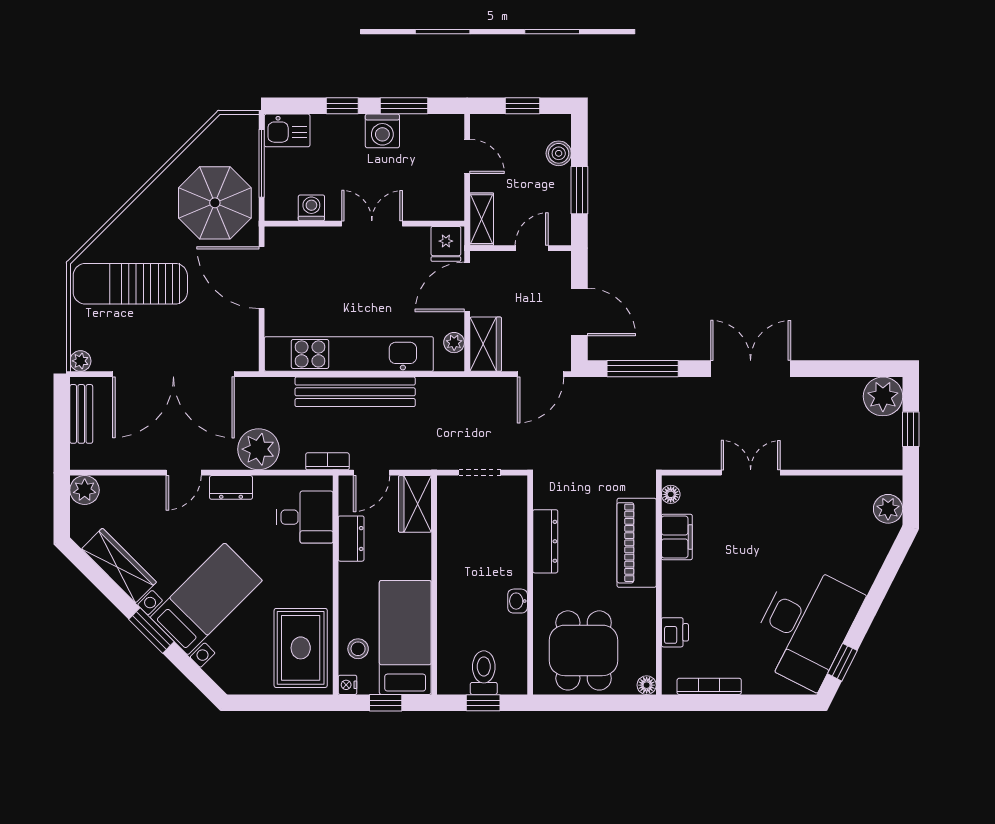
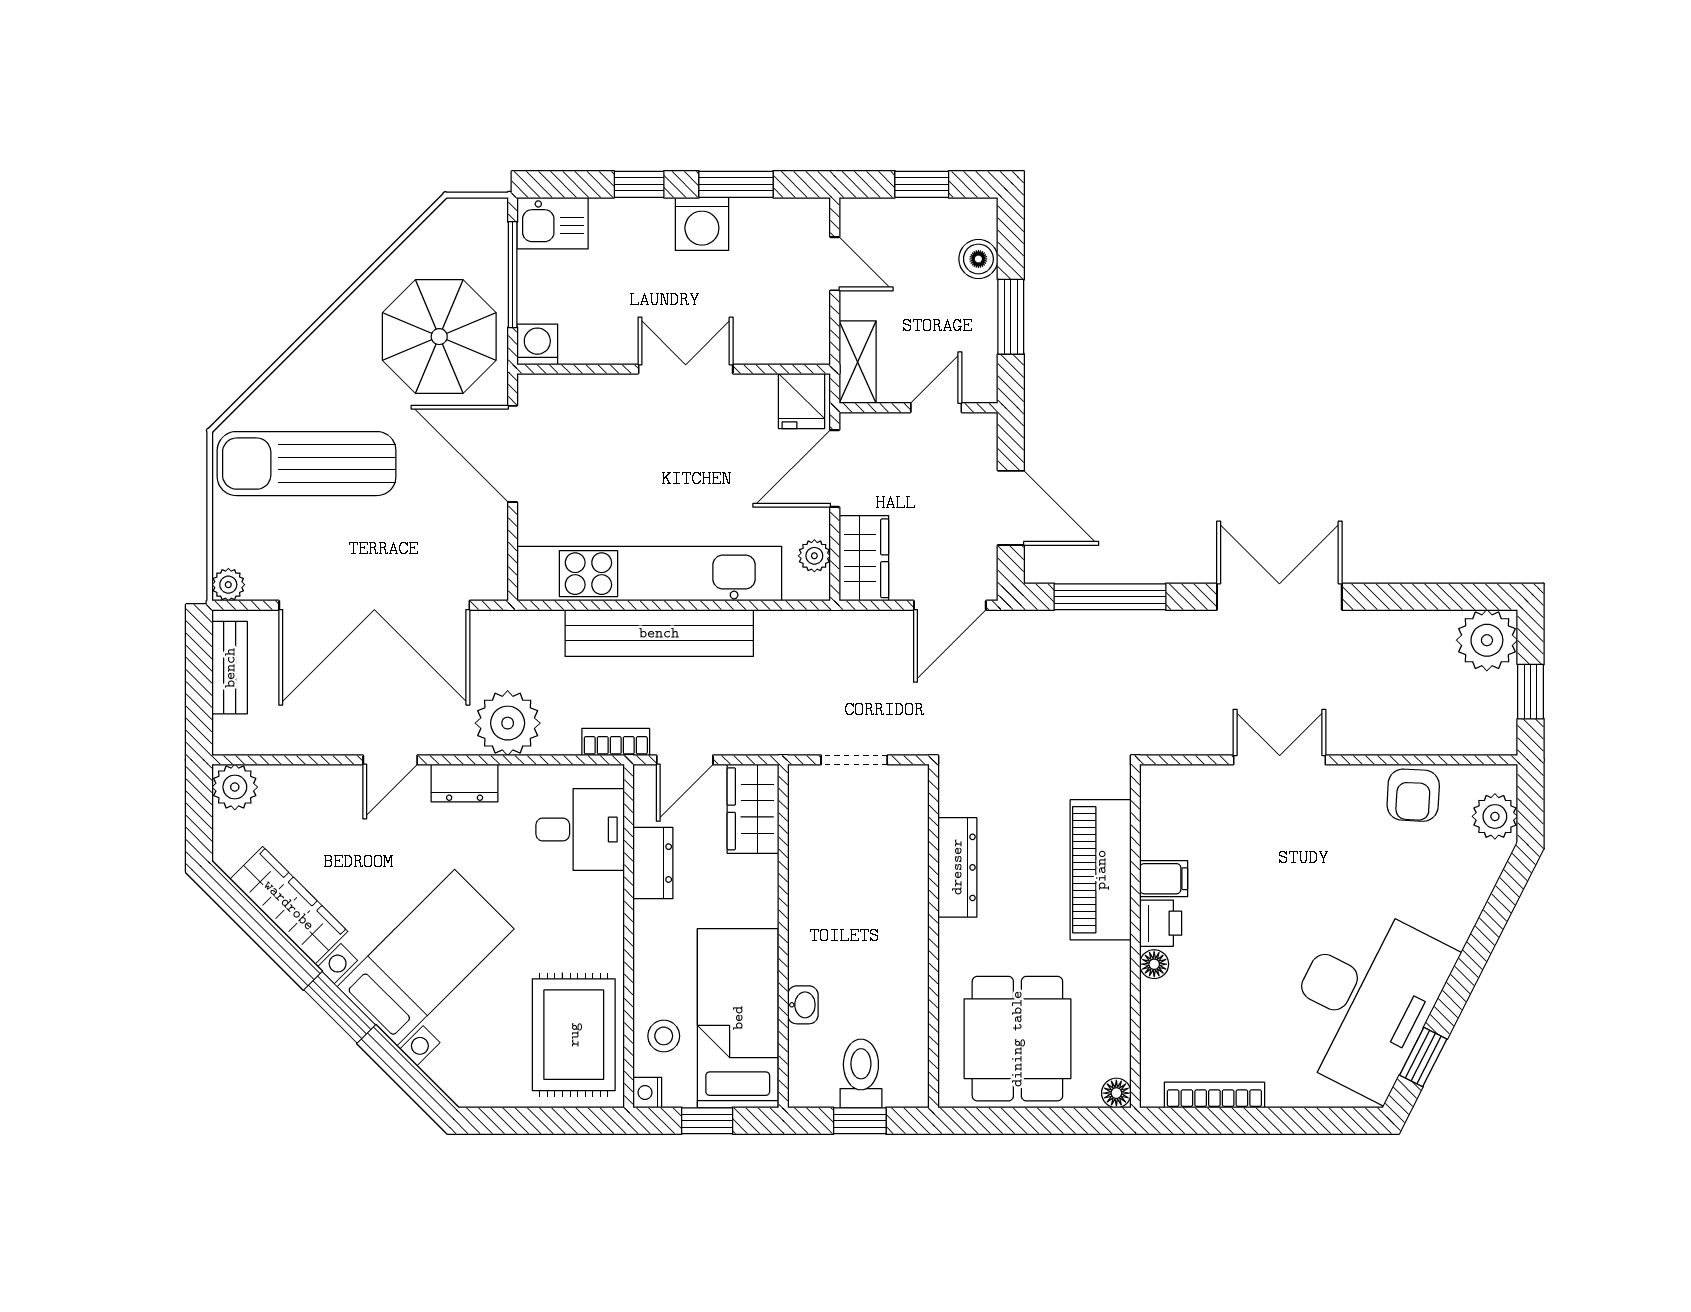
washing machine: (311, 208) -> (537, 344), moved
floor lamp: (671, 494) -> (1154, 964), moved
armchair: (836, 495) -> (1413, 795), added
filing cabinet: (677, 537) -> (1164, 879), width x0.50
washbasin: (518, 601) -> (803, 1005), moved, turned 180
printer: (675, 632) -> (1161, 923), moved

